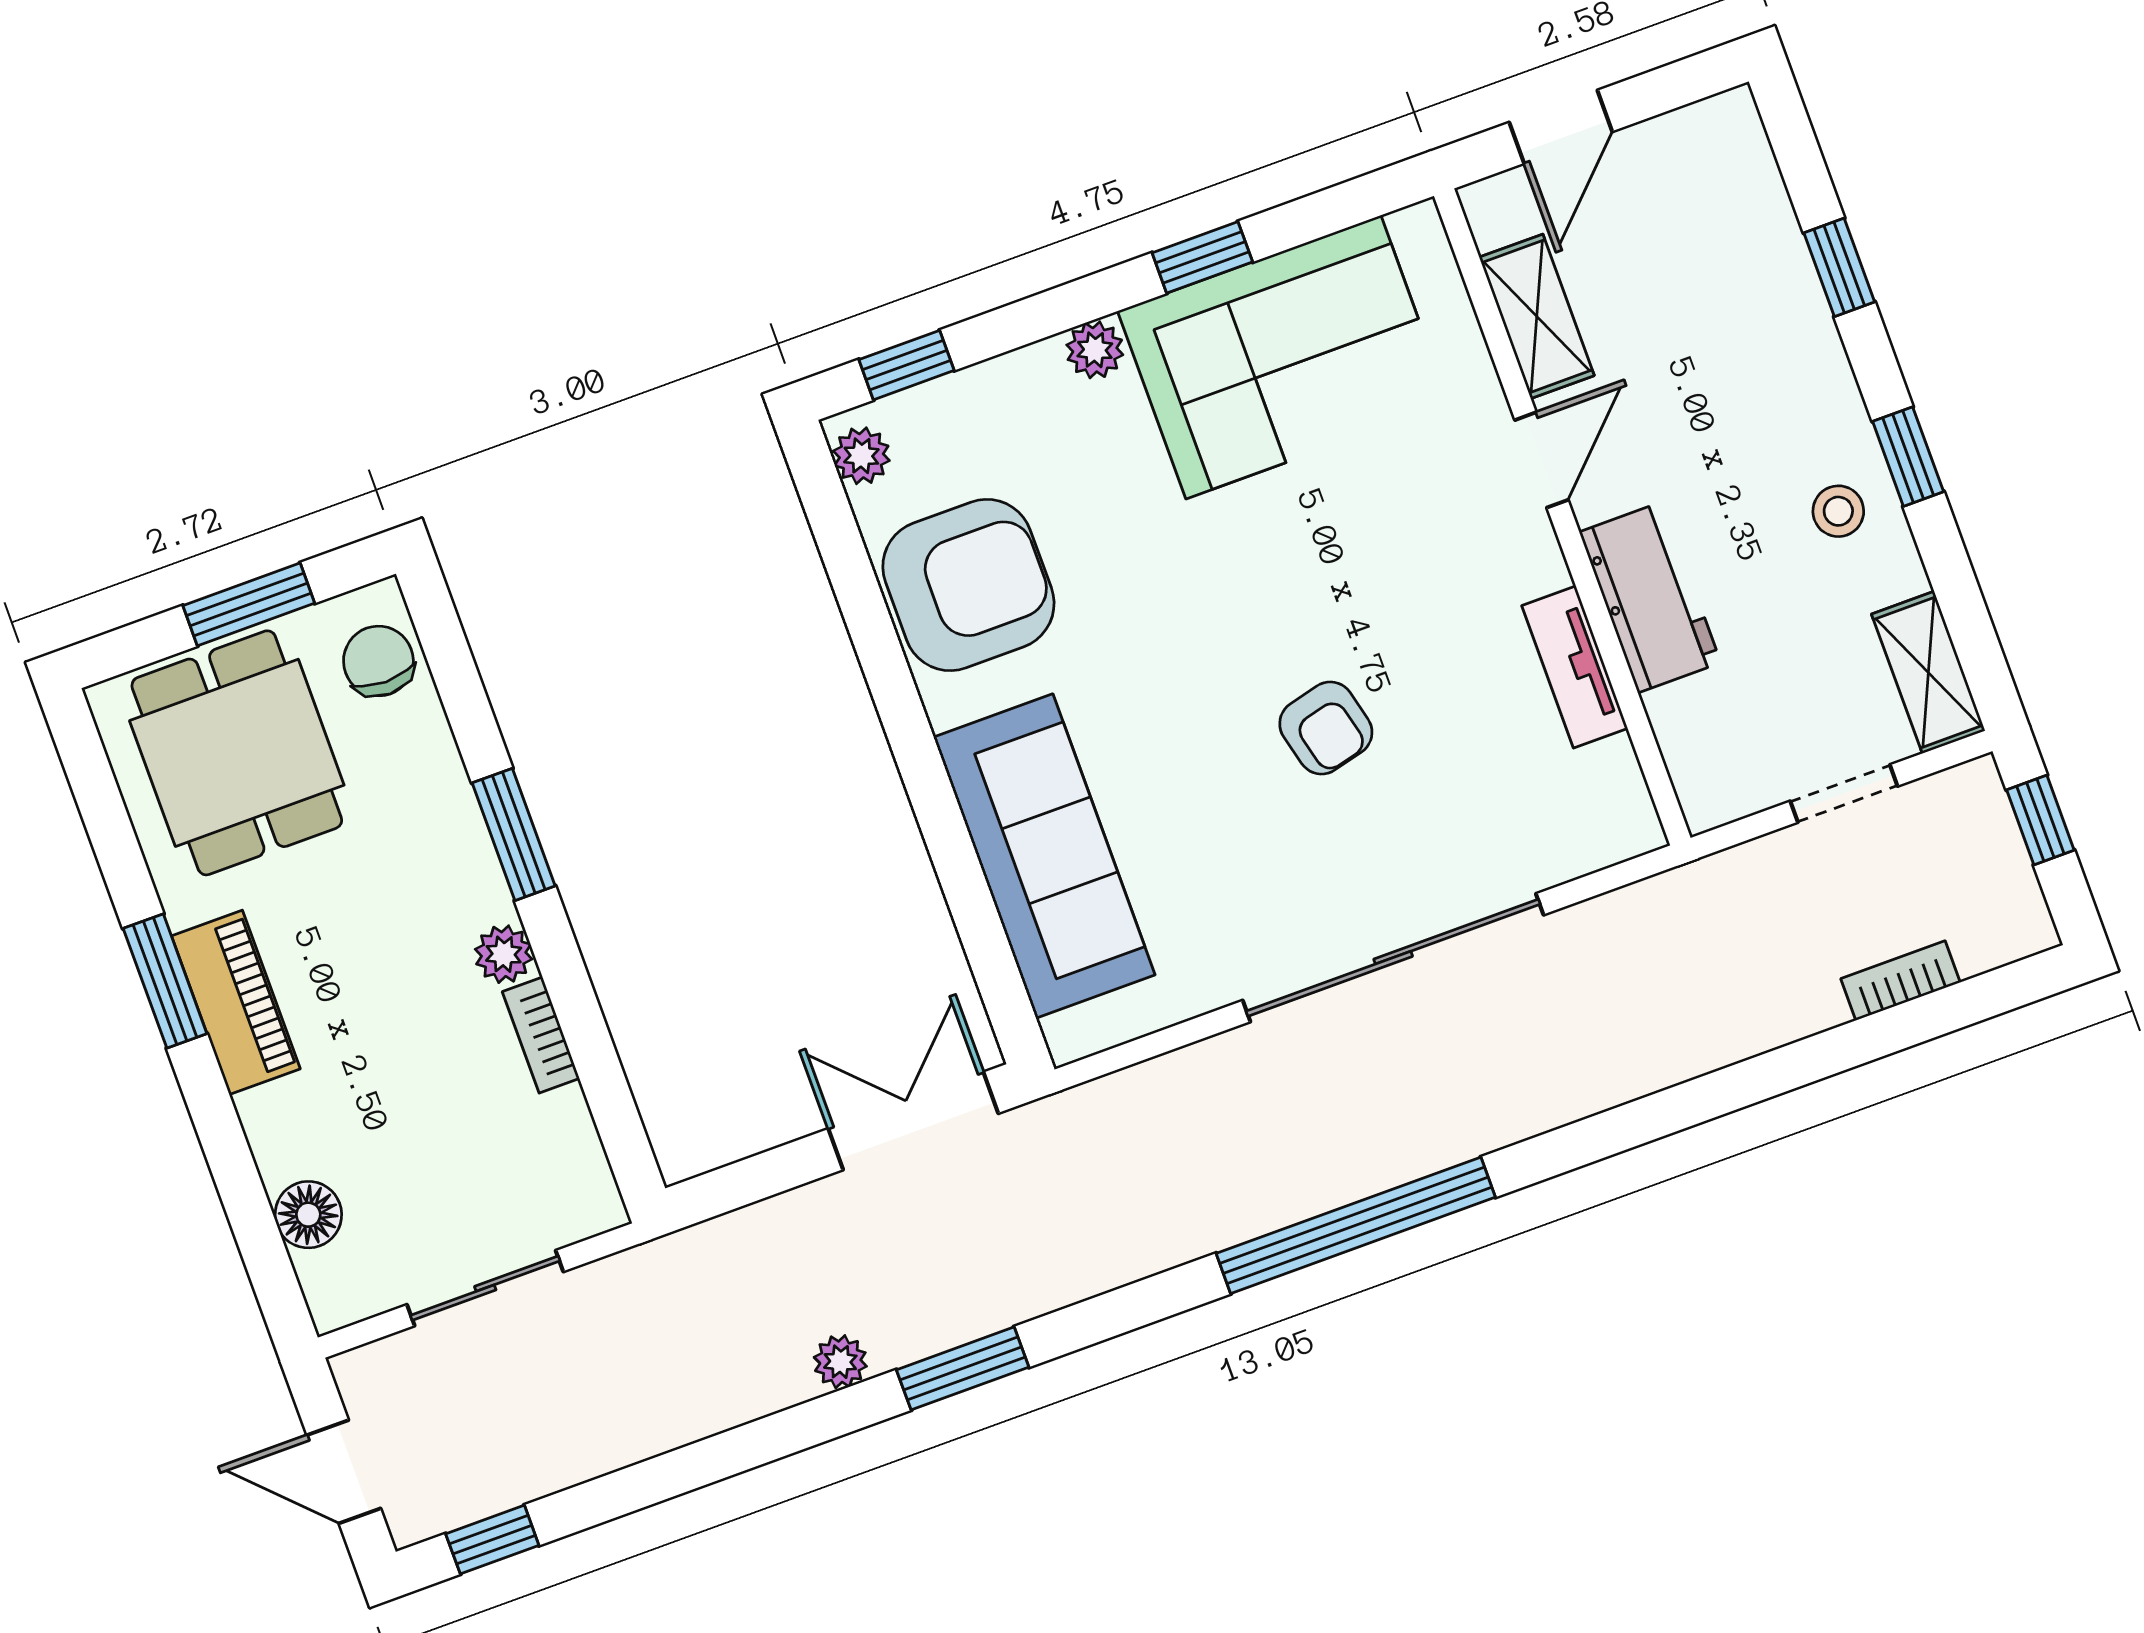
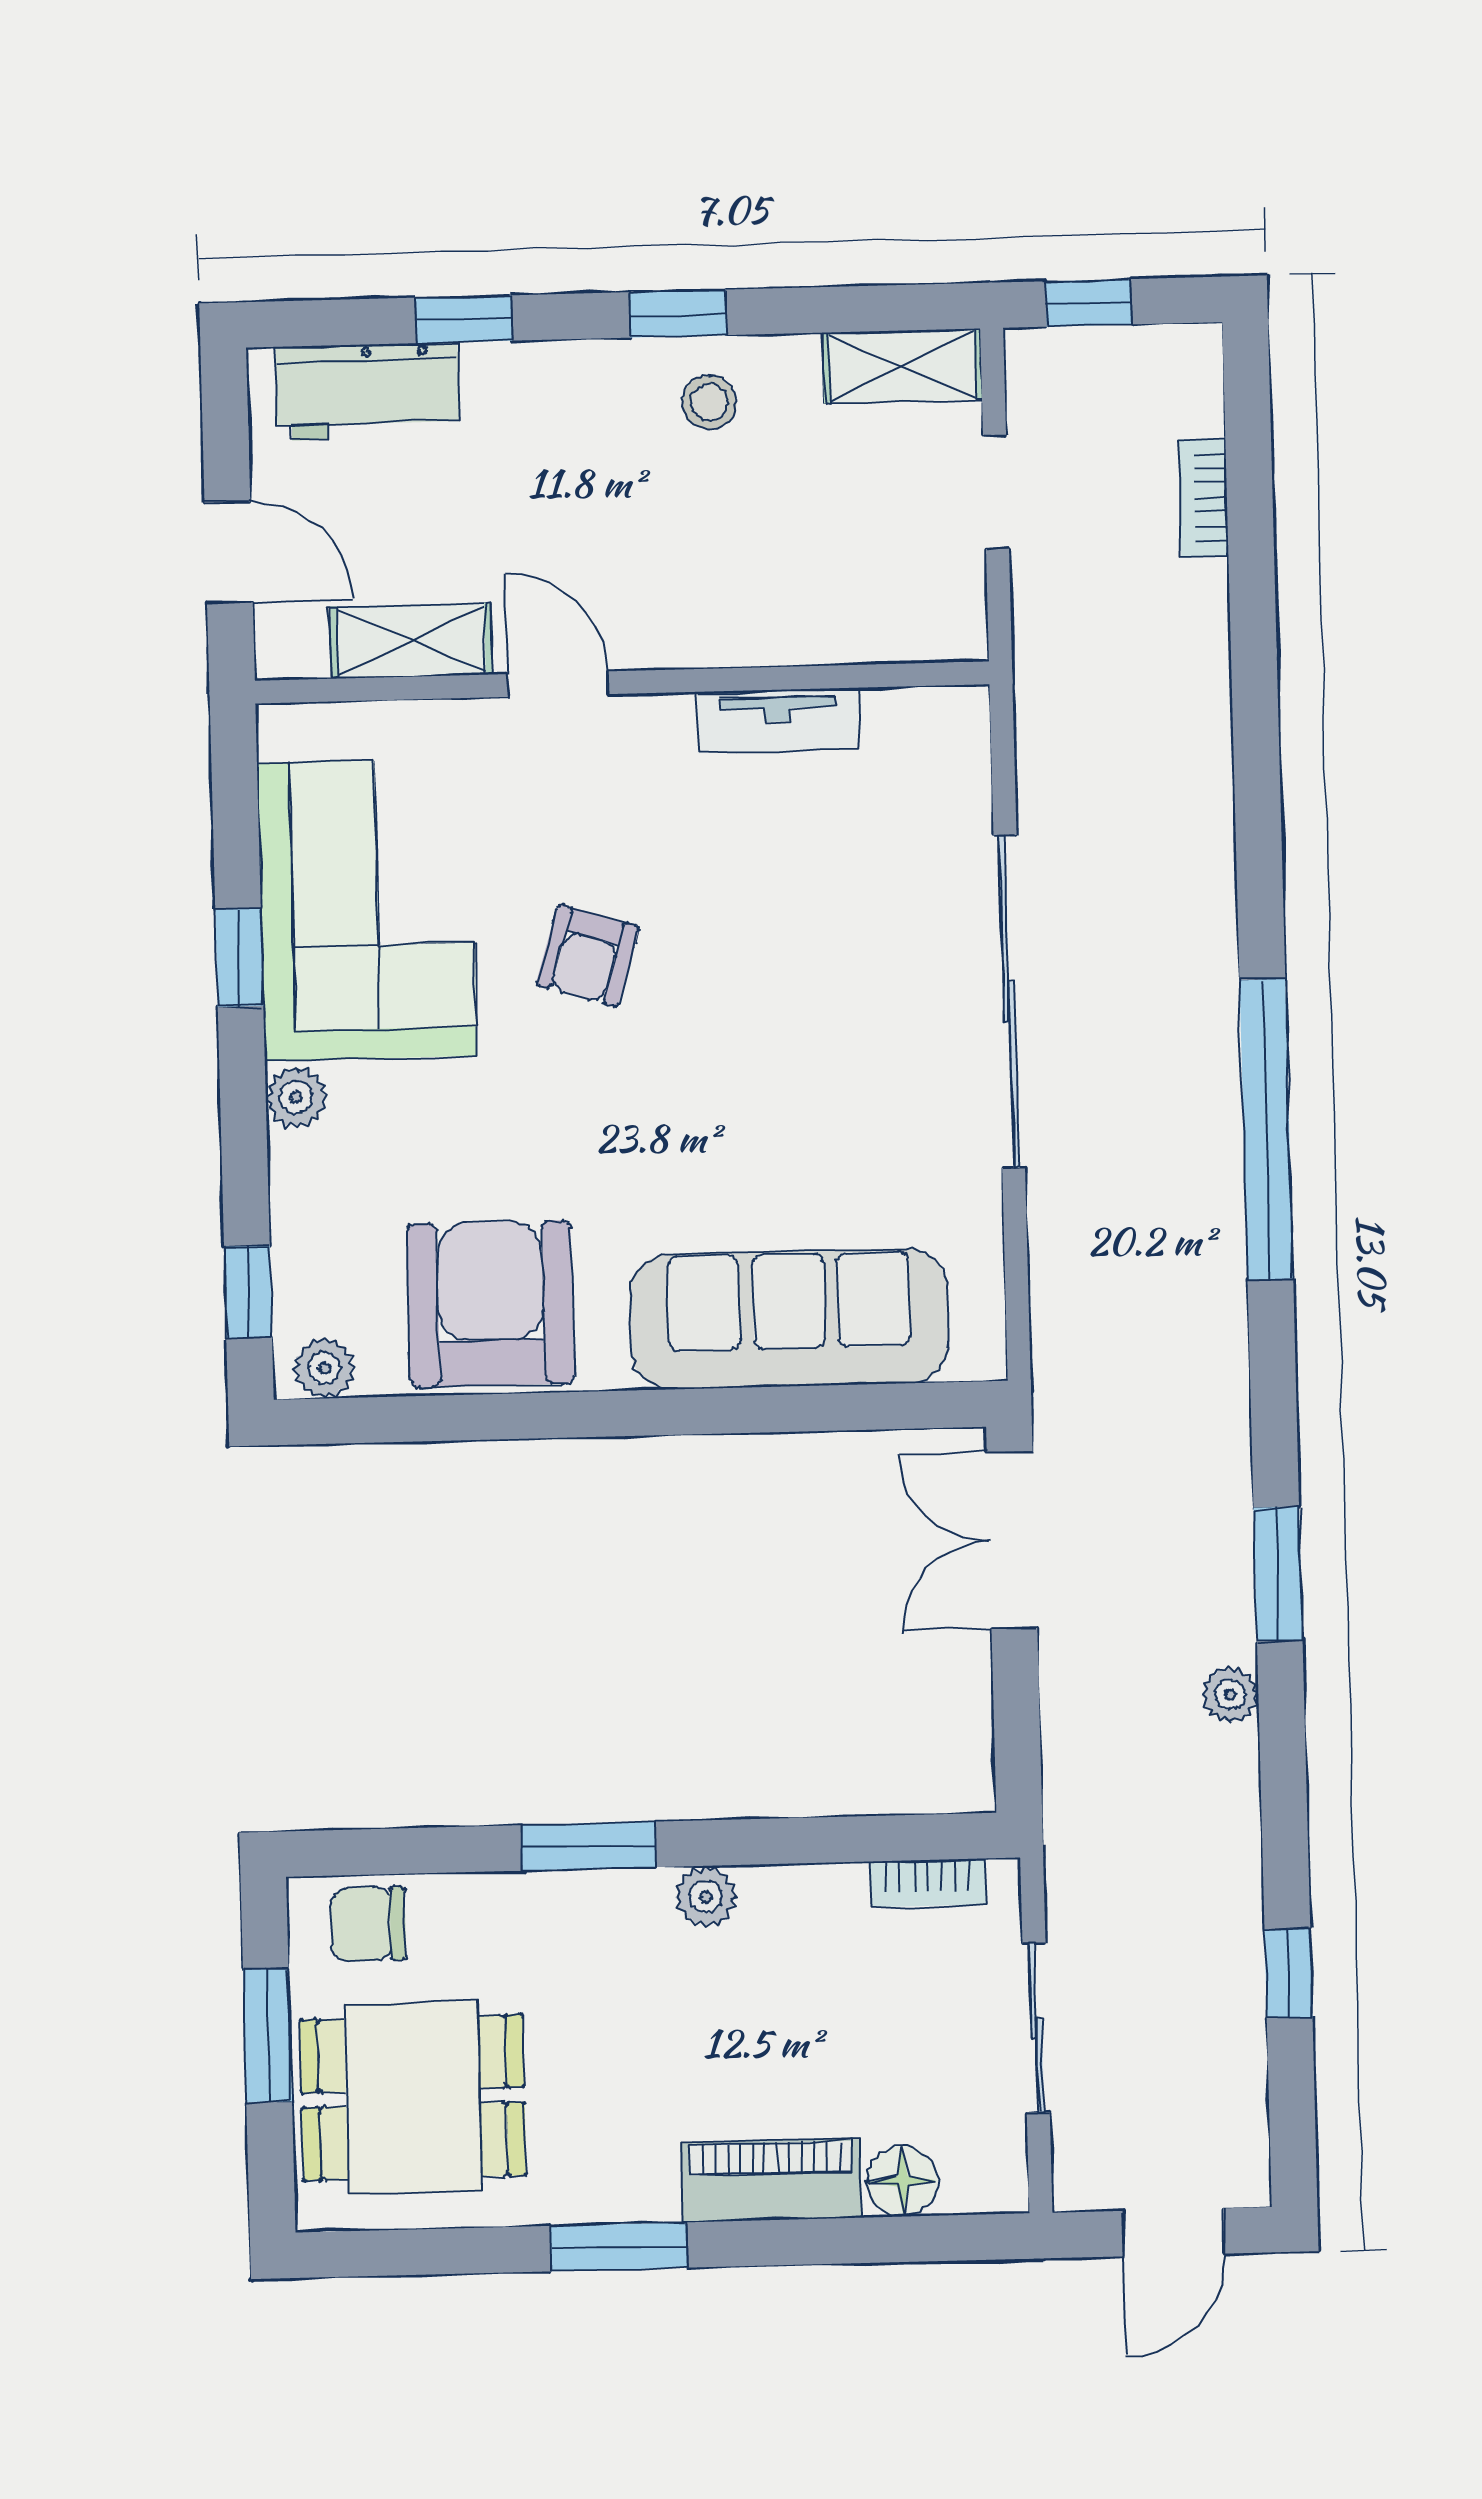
workbench: (1650, 597) -> (368, 392), moved, turned 180
armchair: (1326, 728) -> (588, 956), moved, turned 121
piano: (236, 1002) -> (771, 2180), moved
bookcase: (541, 1035) -> (928, 1883), moved
window: (492, 1540) -> (1288, 1973), moved

